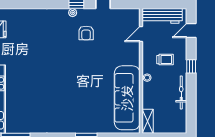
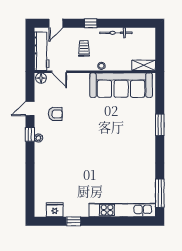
floor lamp: (134, 15) -> (41, 78), added
door: (191, 31) -> (56, 23), hinge flipped
armchair: (86, 33) -> (55, 114), moved

